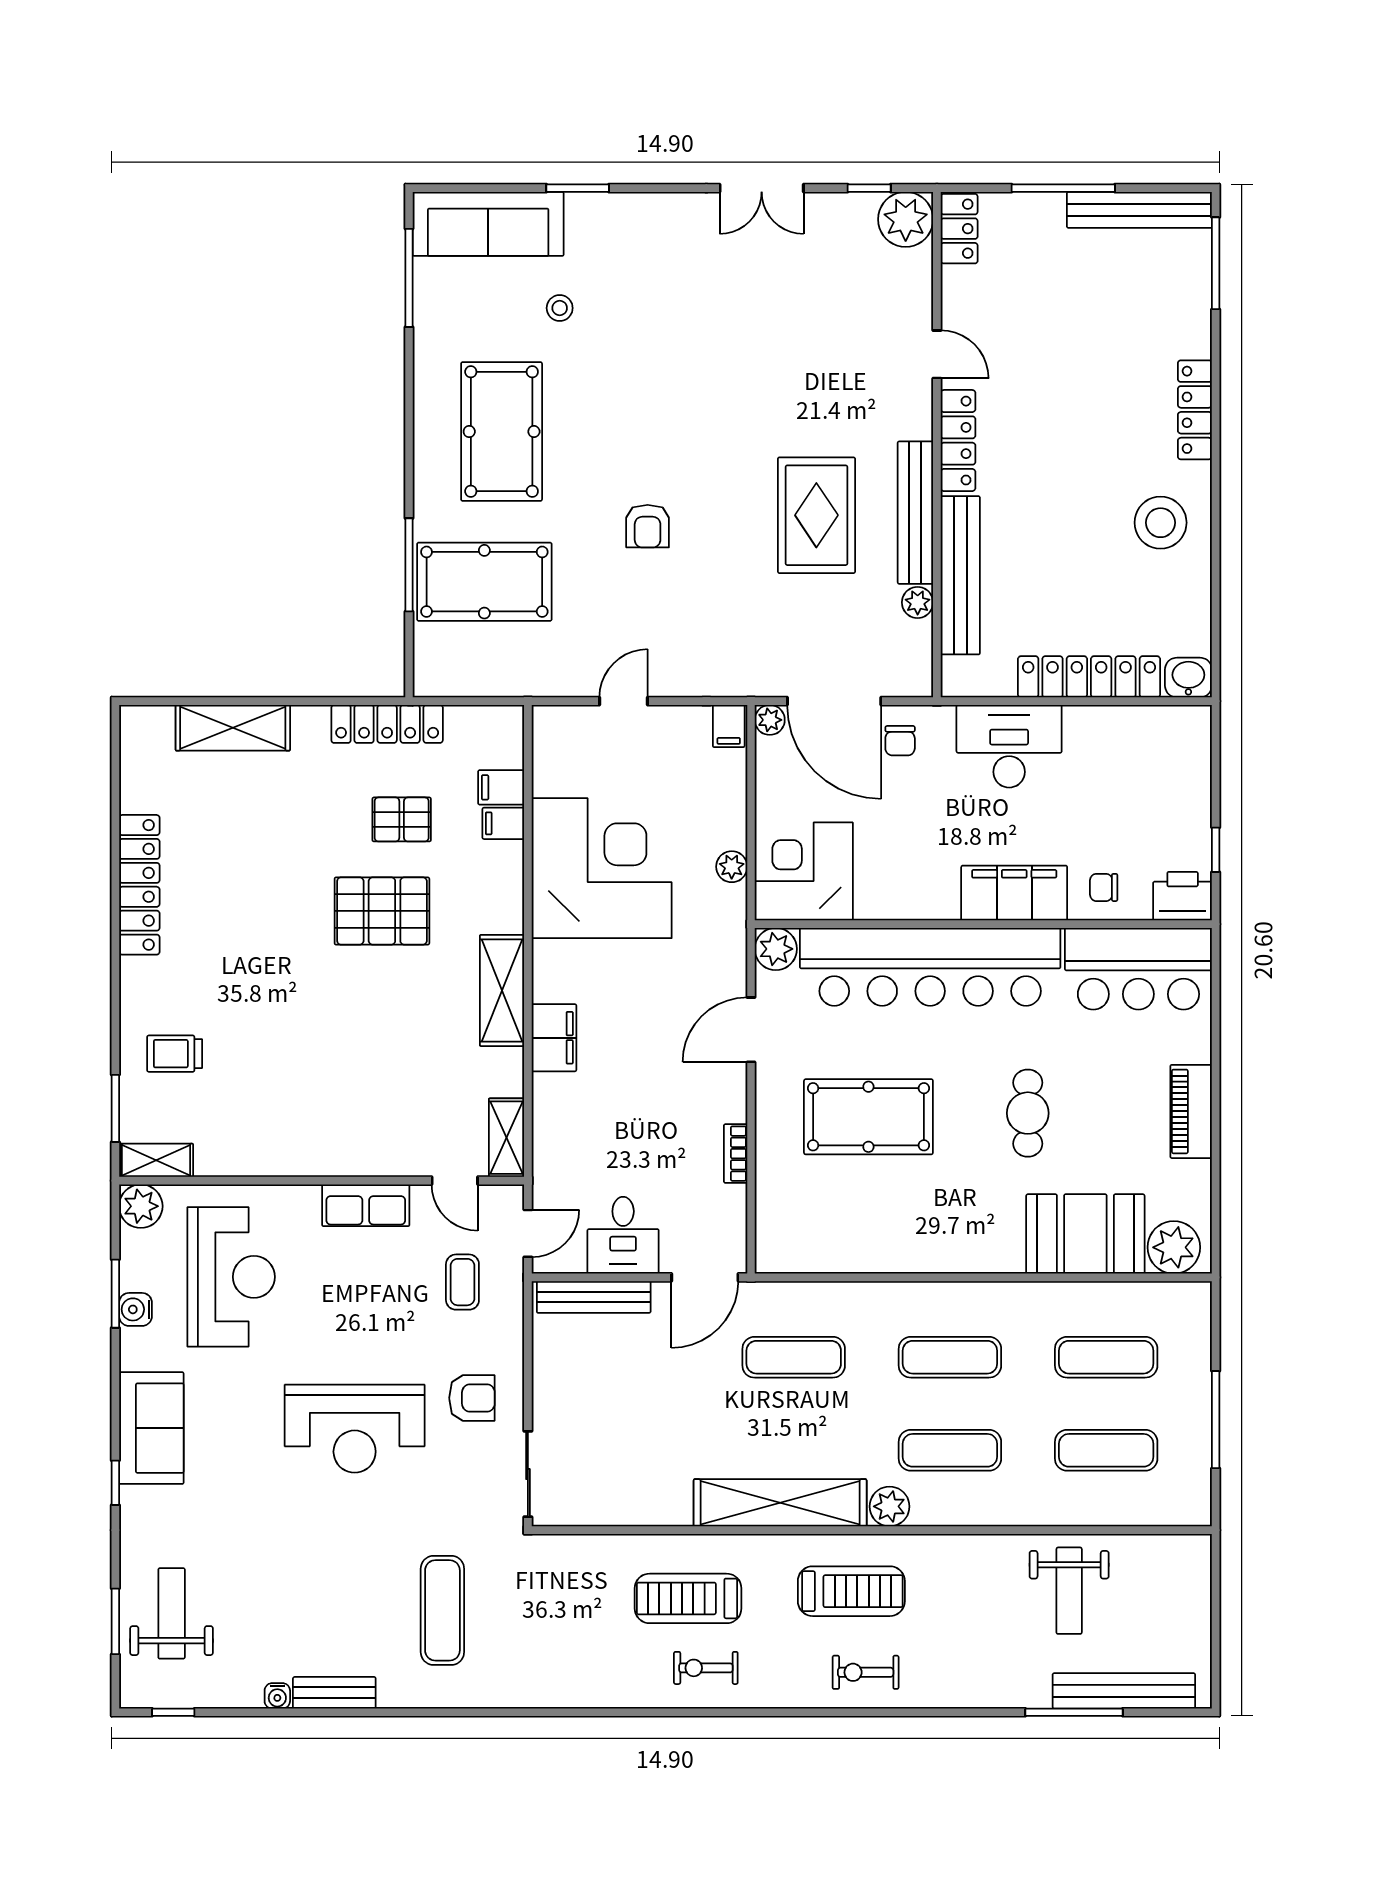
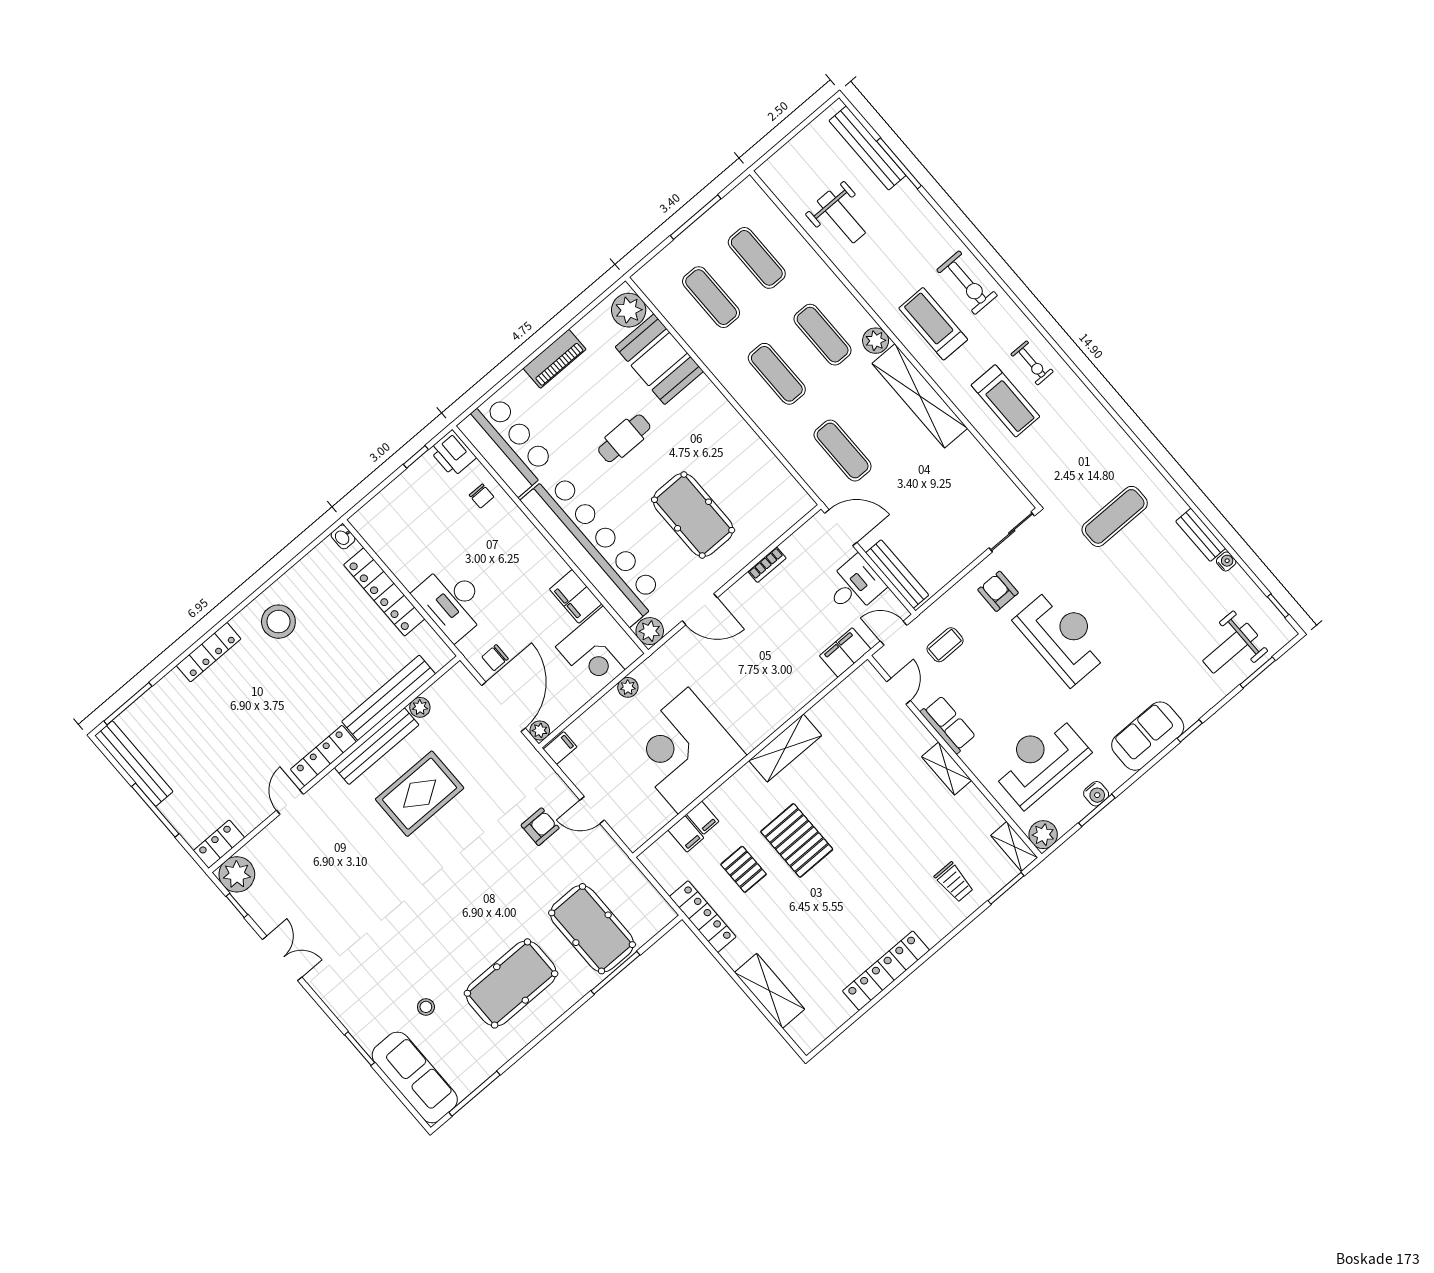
armchair: (648, 526) -> (540, 827), moved
washbasin: (1188, 678) -> (343, 537), width x0.72, depth x0.69
chair: (900, 741) -> (495, 658), turned 180
filing cabinet: (1014, 893) -> (576, 596), moved, width x0.67, depth x0.86
filing cabinet: (554, 1038) -> (845, 652), moved
shelving: (507, 1138) -> (947, 769), moved, turned 90
weight bench: (1069, 1591) -> (841, 217), turned 90
exercise bike: (866, 1672) -> (967, 283), width x1.38, depth x1.39

